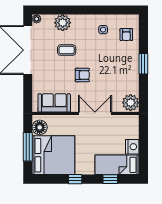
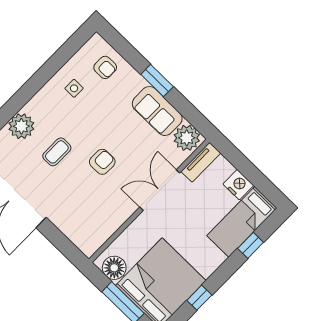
sofa: (54, 103) -> (157, 111), moved, turned -90
tv unit: (126, 120) -> (201, 162), added
window: (75, 179) -> (199, 298), moved

